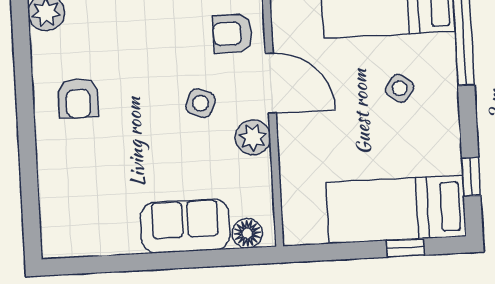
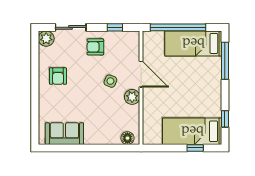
armchair: (232, 34) -> (95, 47), moved
side table: (400, 88) -> (196, 79), removed
sofa: (185, 226) -> (64, 134), moved

